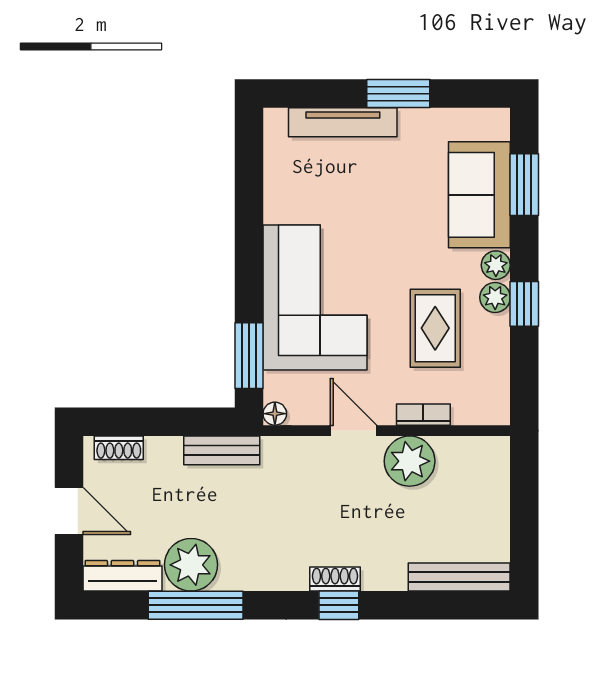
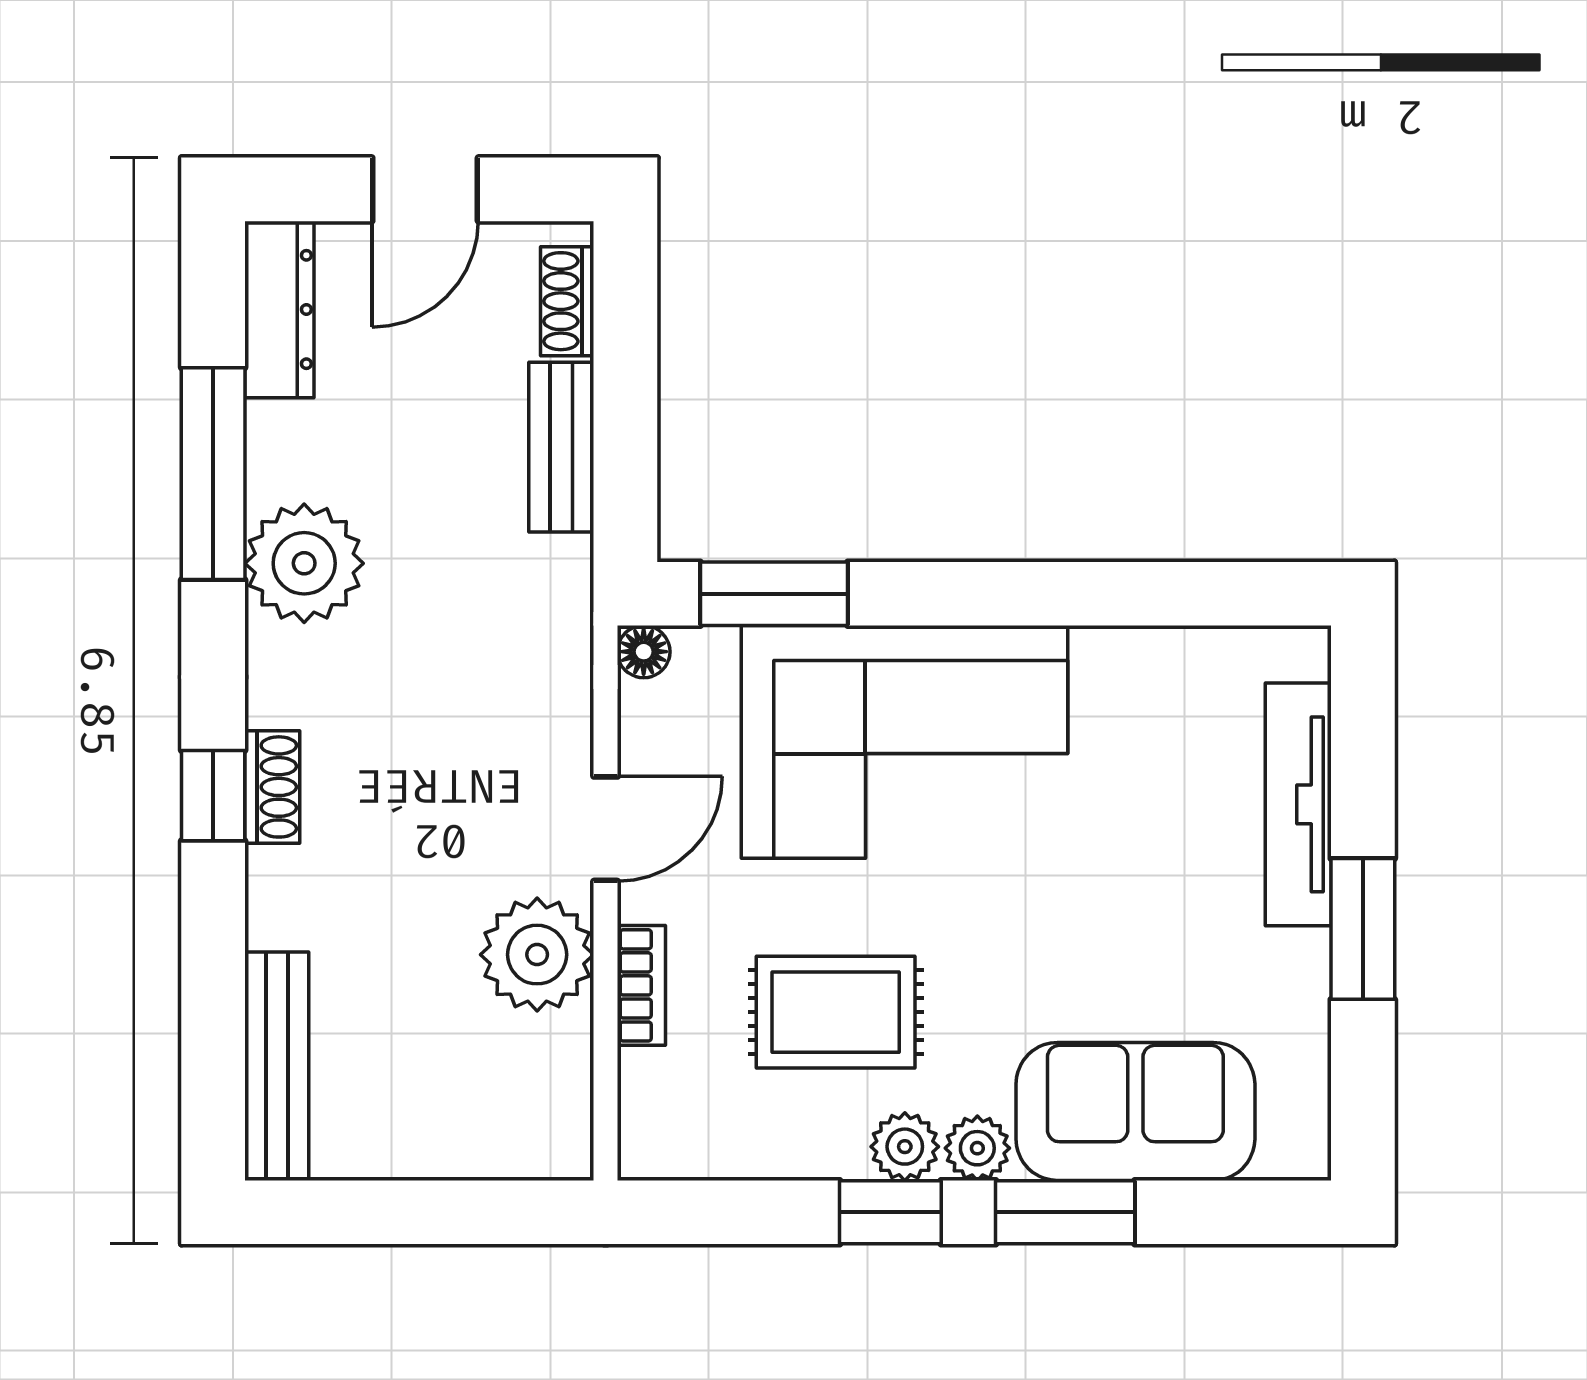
window: (524, 185) -> (1065, 1212), moved
bench: (222, 450) -> (561, 447), moved
plant: (191, 565) -> (304, 563), moved

